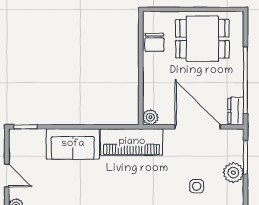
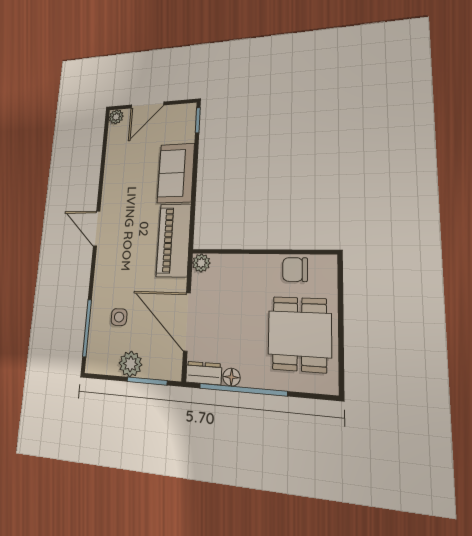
floor lamp: (237, 89) -> (231, 377), added
door: (198, 127) -> (187, 322), swing flipped
door: (7, 176) -> (147, 105), width x1.38

